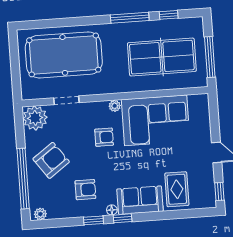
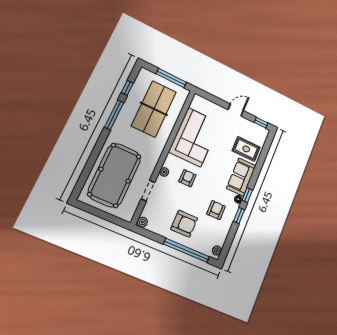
plant: (115, 106) -> (164, 172), moved
plant: (35, 118) -> (142, 222), width x0.53, depth x0.53
armchair: (51, 160) -> (184, 224), turned 126

